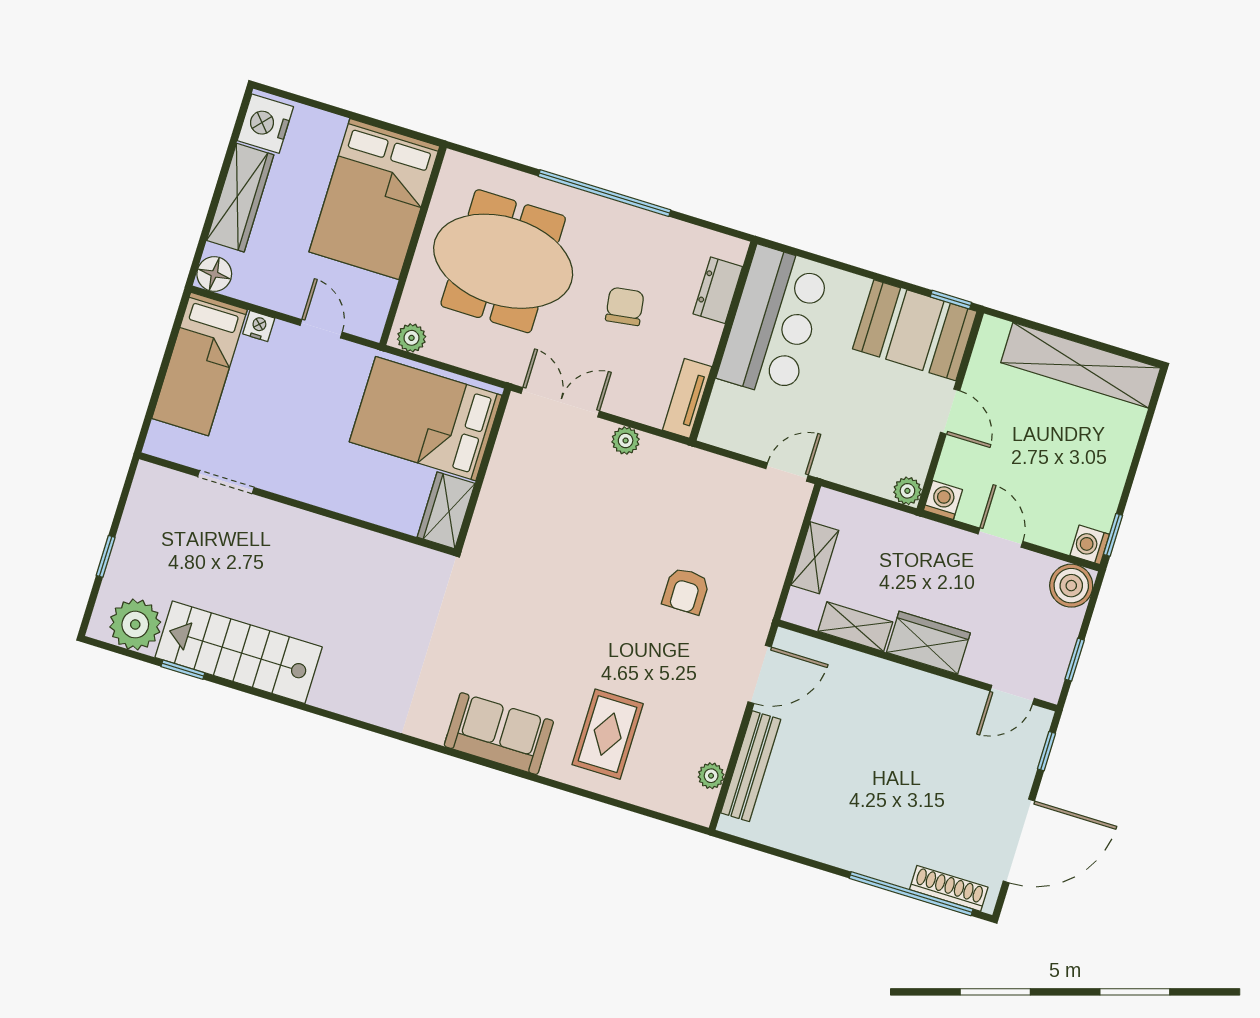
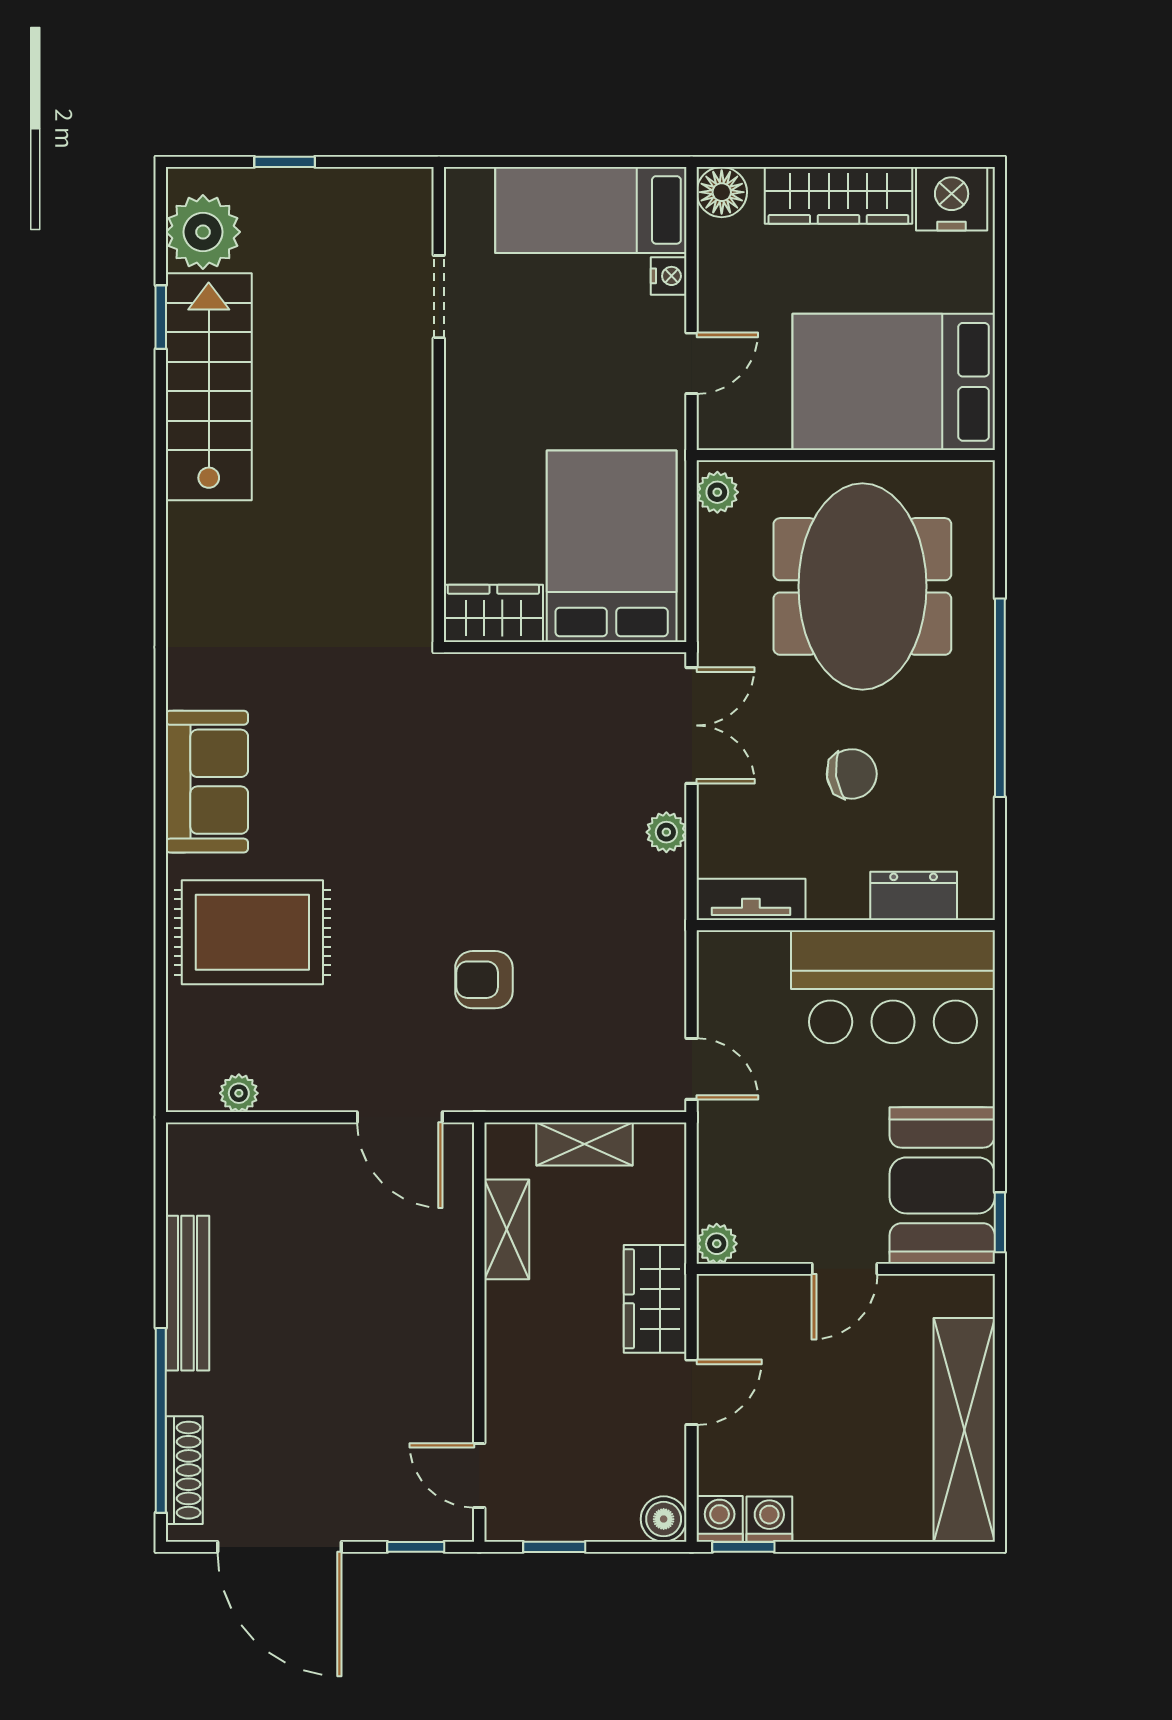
washing machine: (943, 500) -> (769, 1519), moved, turned -90
boiler: (1071, 586) -> (664, 1519), width x0.73, depth x0.73
wardrobe: (928, 643) -> (655, 1299), moved, turned 180
rug: (608, 734) -> (252, 932), width x1.36, depth x1.43
bench: (751, 766) -> (188, 1293), moved, turned 90

